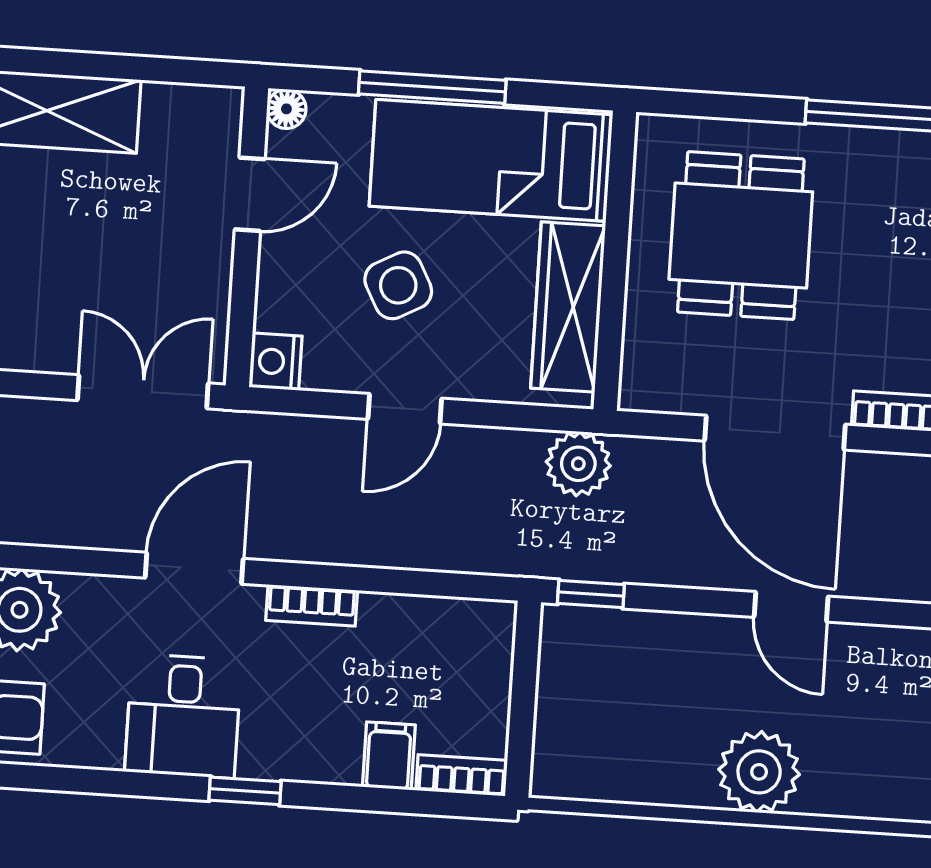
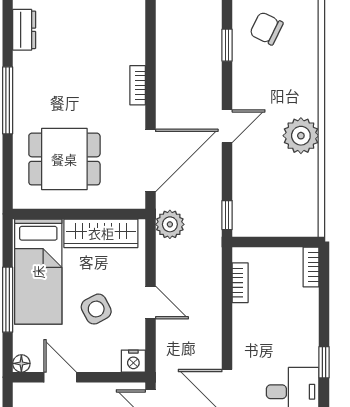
door: (775, 433) -> (151, 160), moved
bookcase: (312, 605) -> (240, 283), moved
filing cabinet: (389, 756) -> (304, 300), removed

